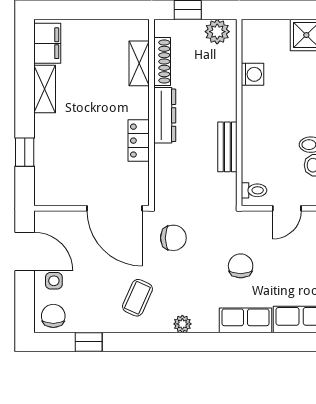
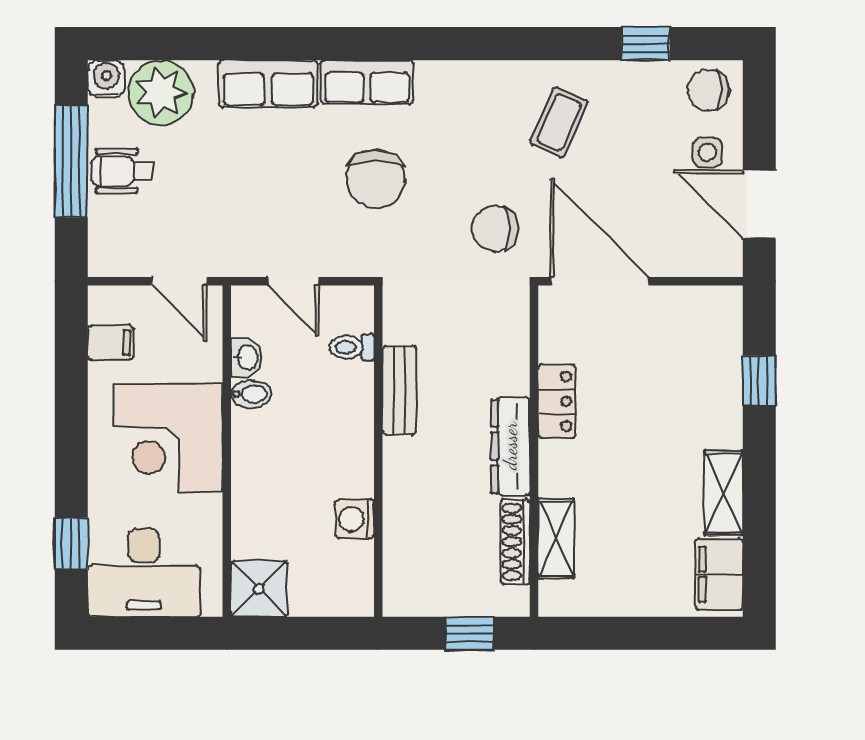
plant: (217, 32) -> (417, 595), removed
toilet: (254, 190) -> (352, 347), moved
door: (287, 208) -> (293, 281), swing flipped
chair: (241, 266) -> (376, 179), width x1.37, depth x1.37
chair: (53, 316) -> (708, 90), turned 90
plant: (182, 324) -> (479, 76), removed

